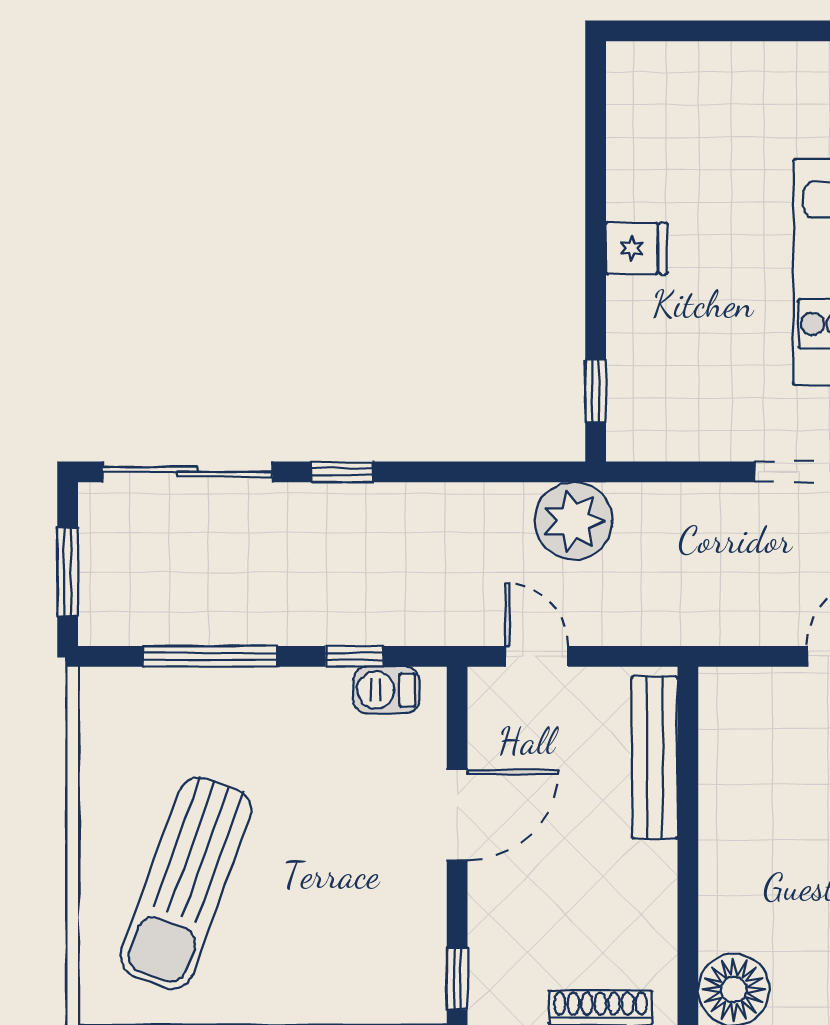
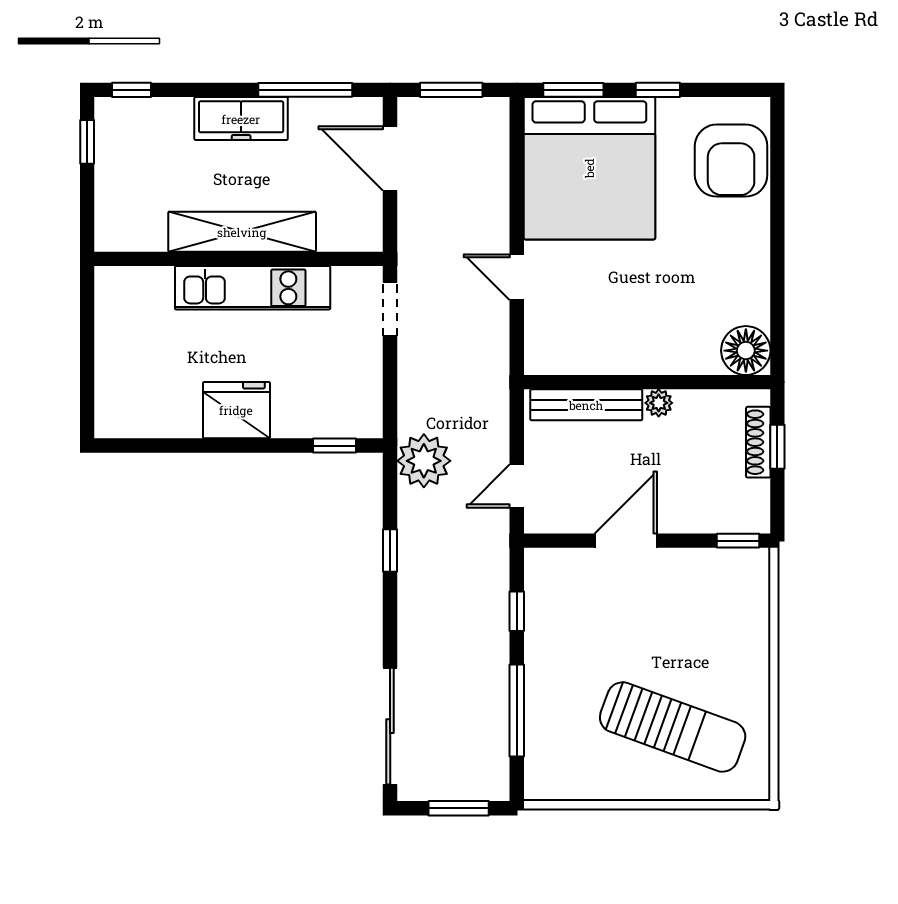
fridge: (637, 248) -> (236, 410), width x1.88, depth x1.34
window: (342, 472) -> (390, 550), moved
barbecue: (386, 690) -> (540, 589), removed
door: (457, 815) -> (626, 541), hinge flipped
plant: (658, 863) -> (659, 403), added

